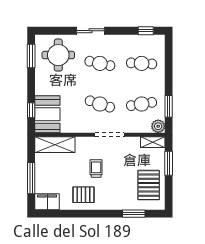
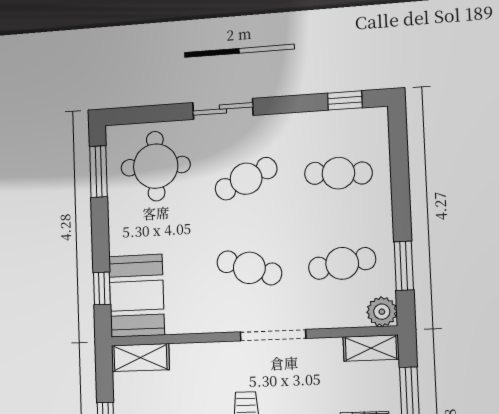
cafe table: (100, 63) -> (246, 179), turned -36
shelving: (55, 145) -> (140, 358), width x0.67, depth x0.75

